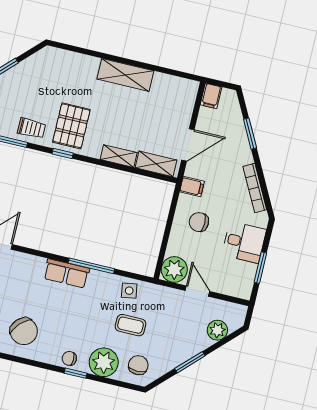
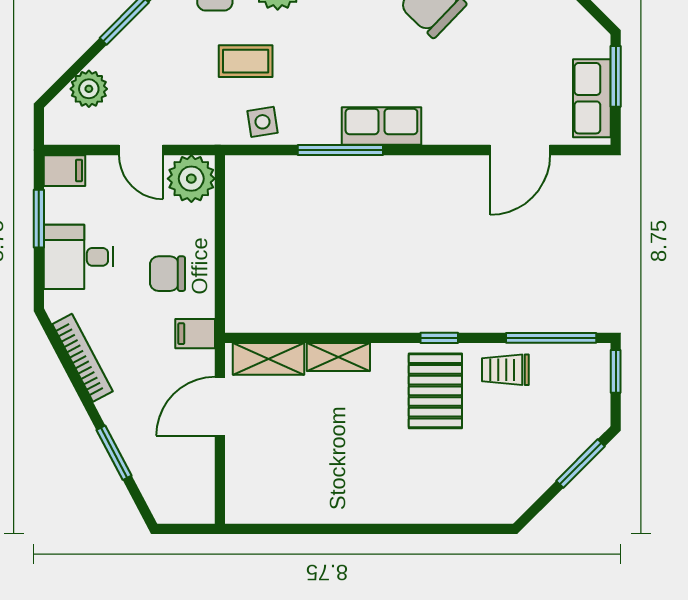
shelving: (125, 75) -> (361, 504), removed
filing cabinet: (211, 96) -> (65, 171), moved, turned 90
chair: (199, 222) -> (167, 274), turned 180

